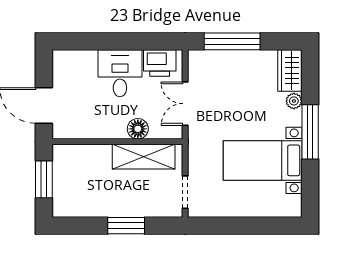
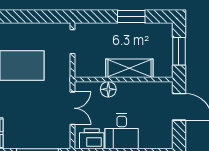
shelving: (144, 157) -> (129, 68), moved
window: (126, 226) -> (131, 16), moved

